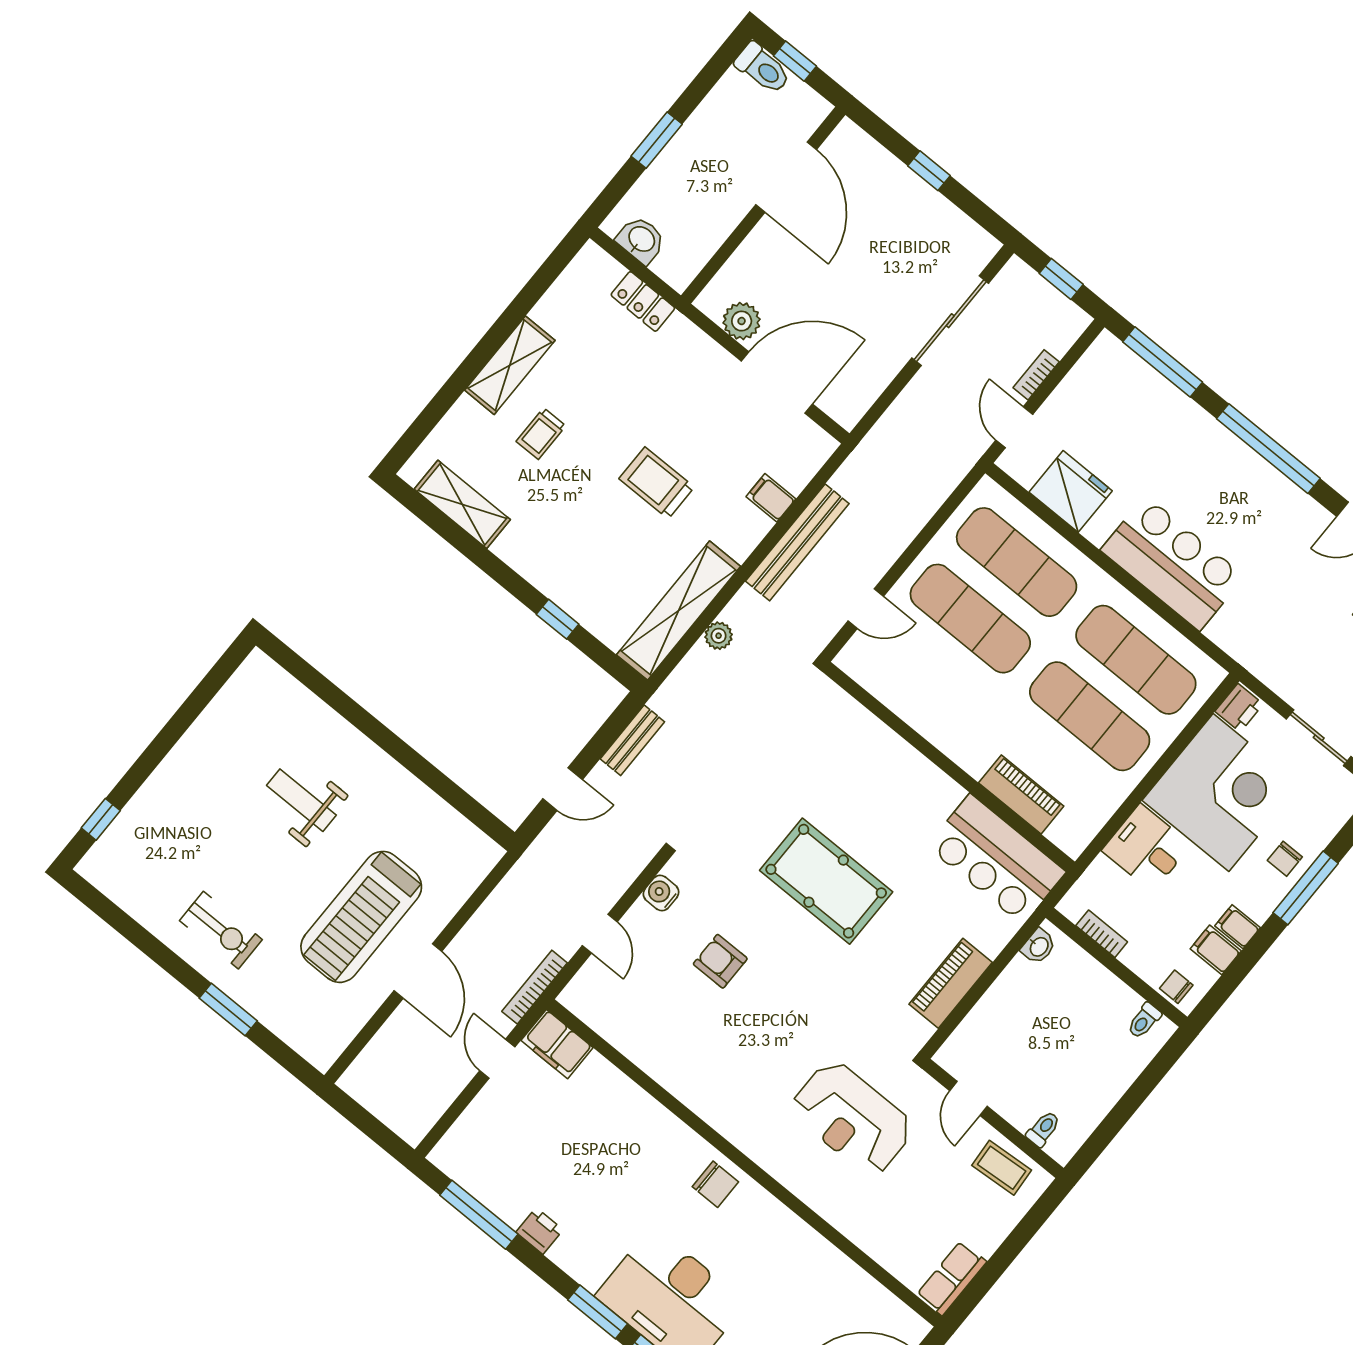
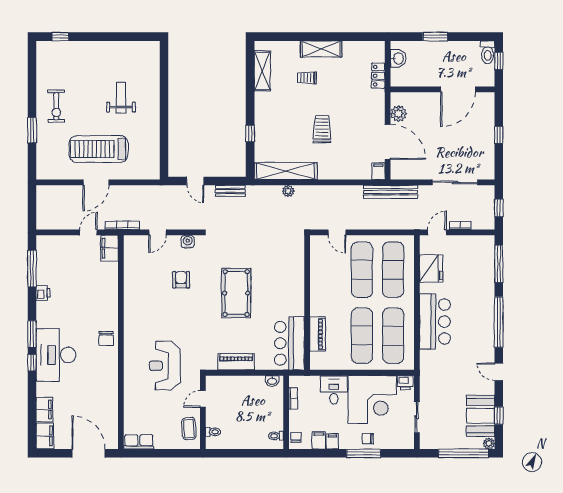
filing cabinet: (771, 498) -> (378, 171), moved
bench: (797, 542) -> (391, 192), moved

